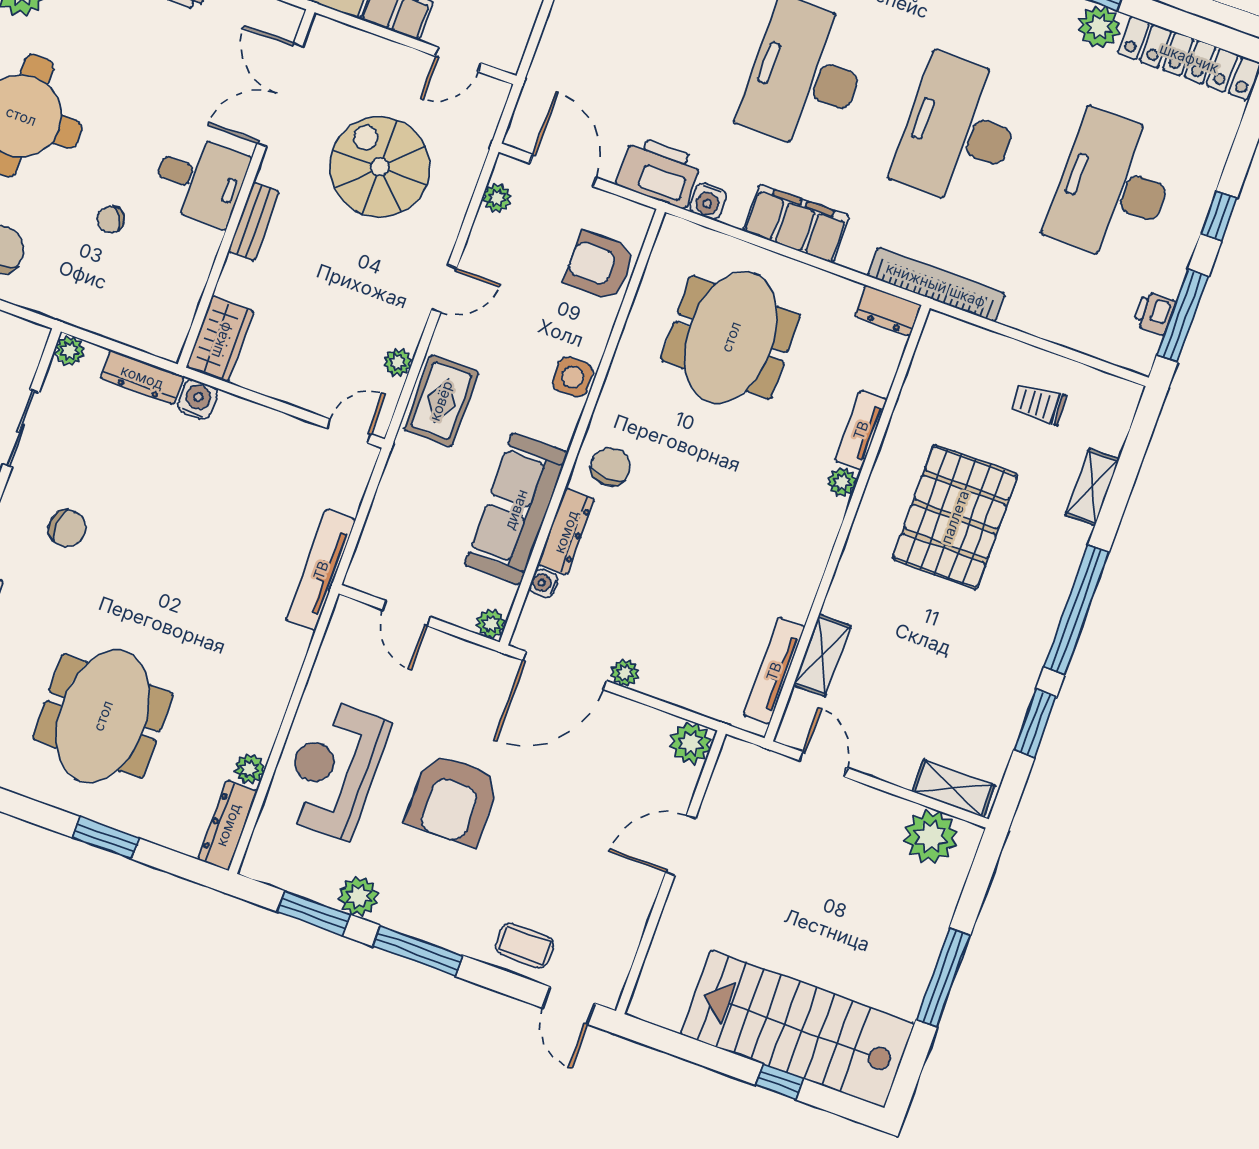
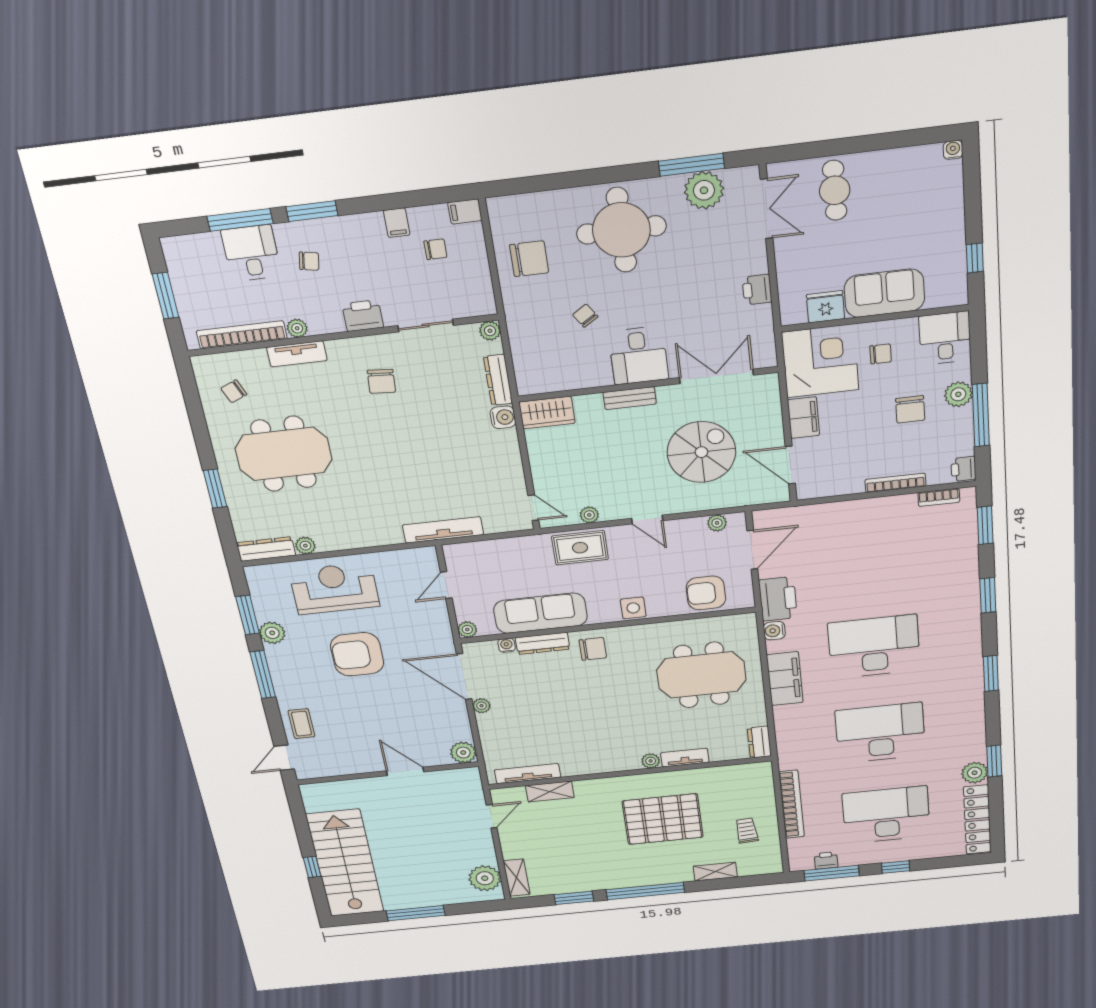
door: (458, 60) -> (790, 465), width x1.37
armchair: (599, 266) -> (706, 593), turned -90
bookcase: (936, 285) -> (792, 804), moved

